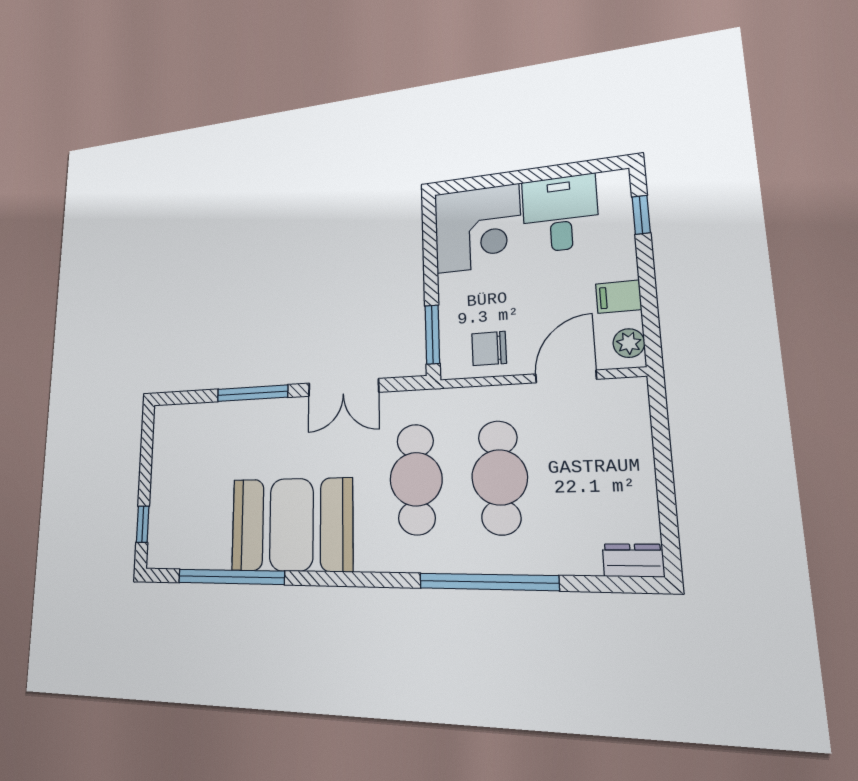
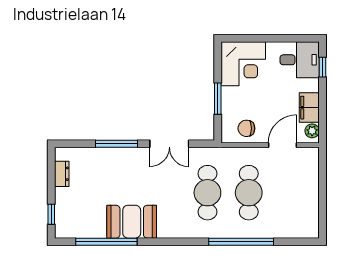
desk: (560, 213) -> (300, 60), moved, turned 90
filing cabinet: (619, 297) -> (309, 108), width x2.00
window: (432, 334) -> (218, 99), moved
booth: (291, 524) -> (132, 222), width x0.73, depth x0.70
dresser: (633, 560) -> (62, 174), moved, turned 90

